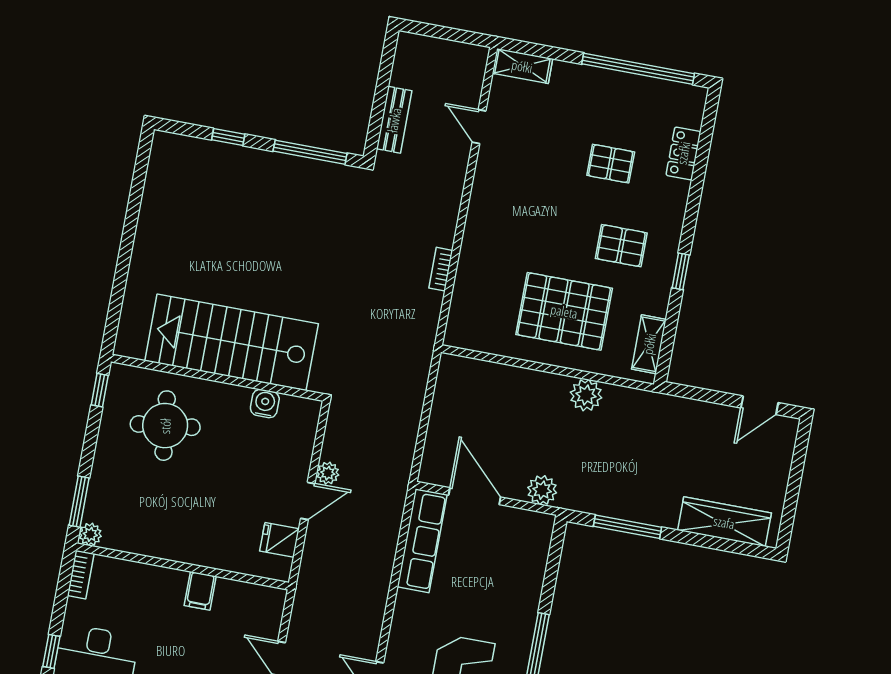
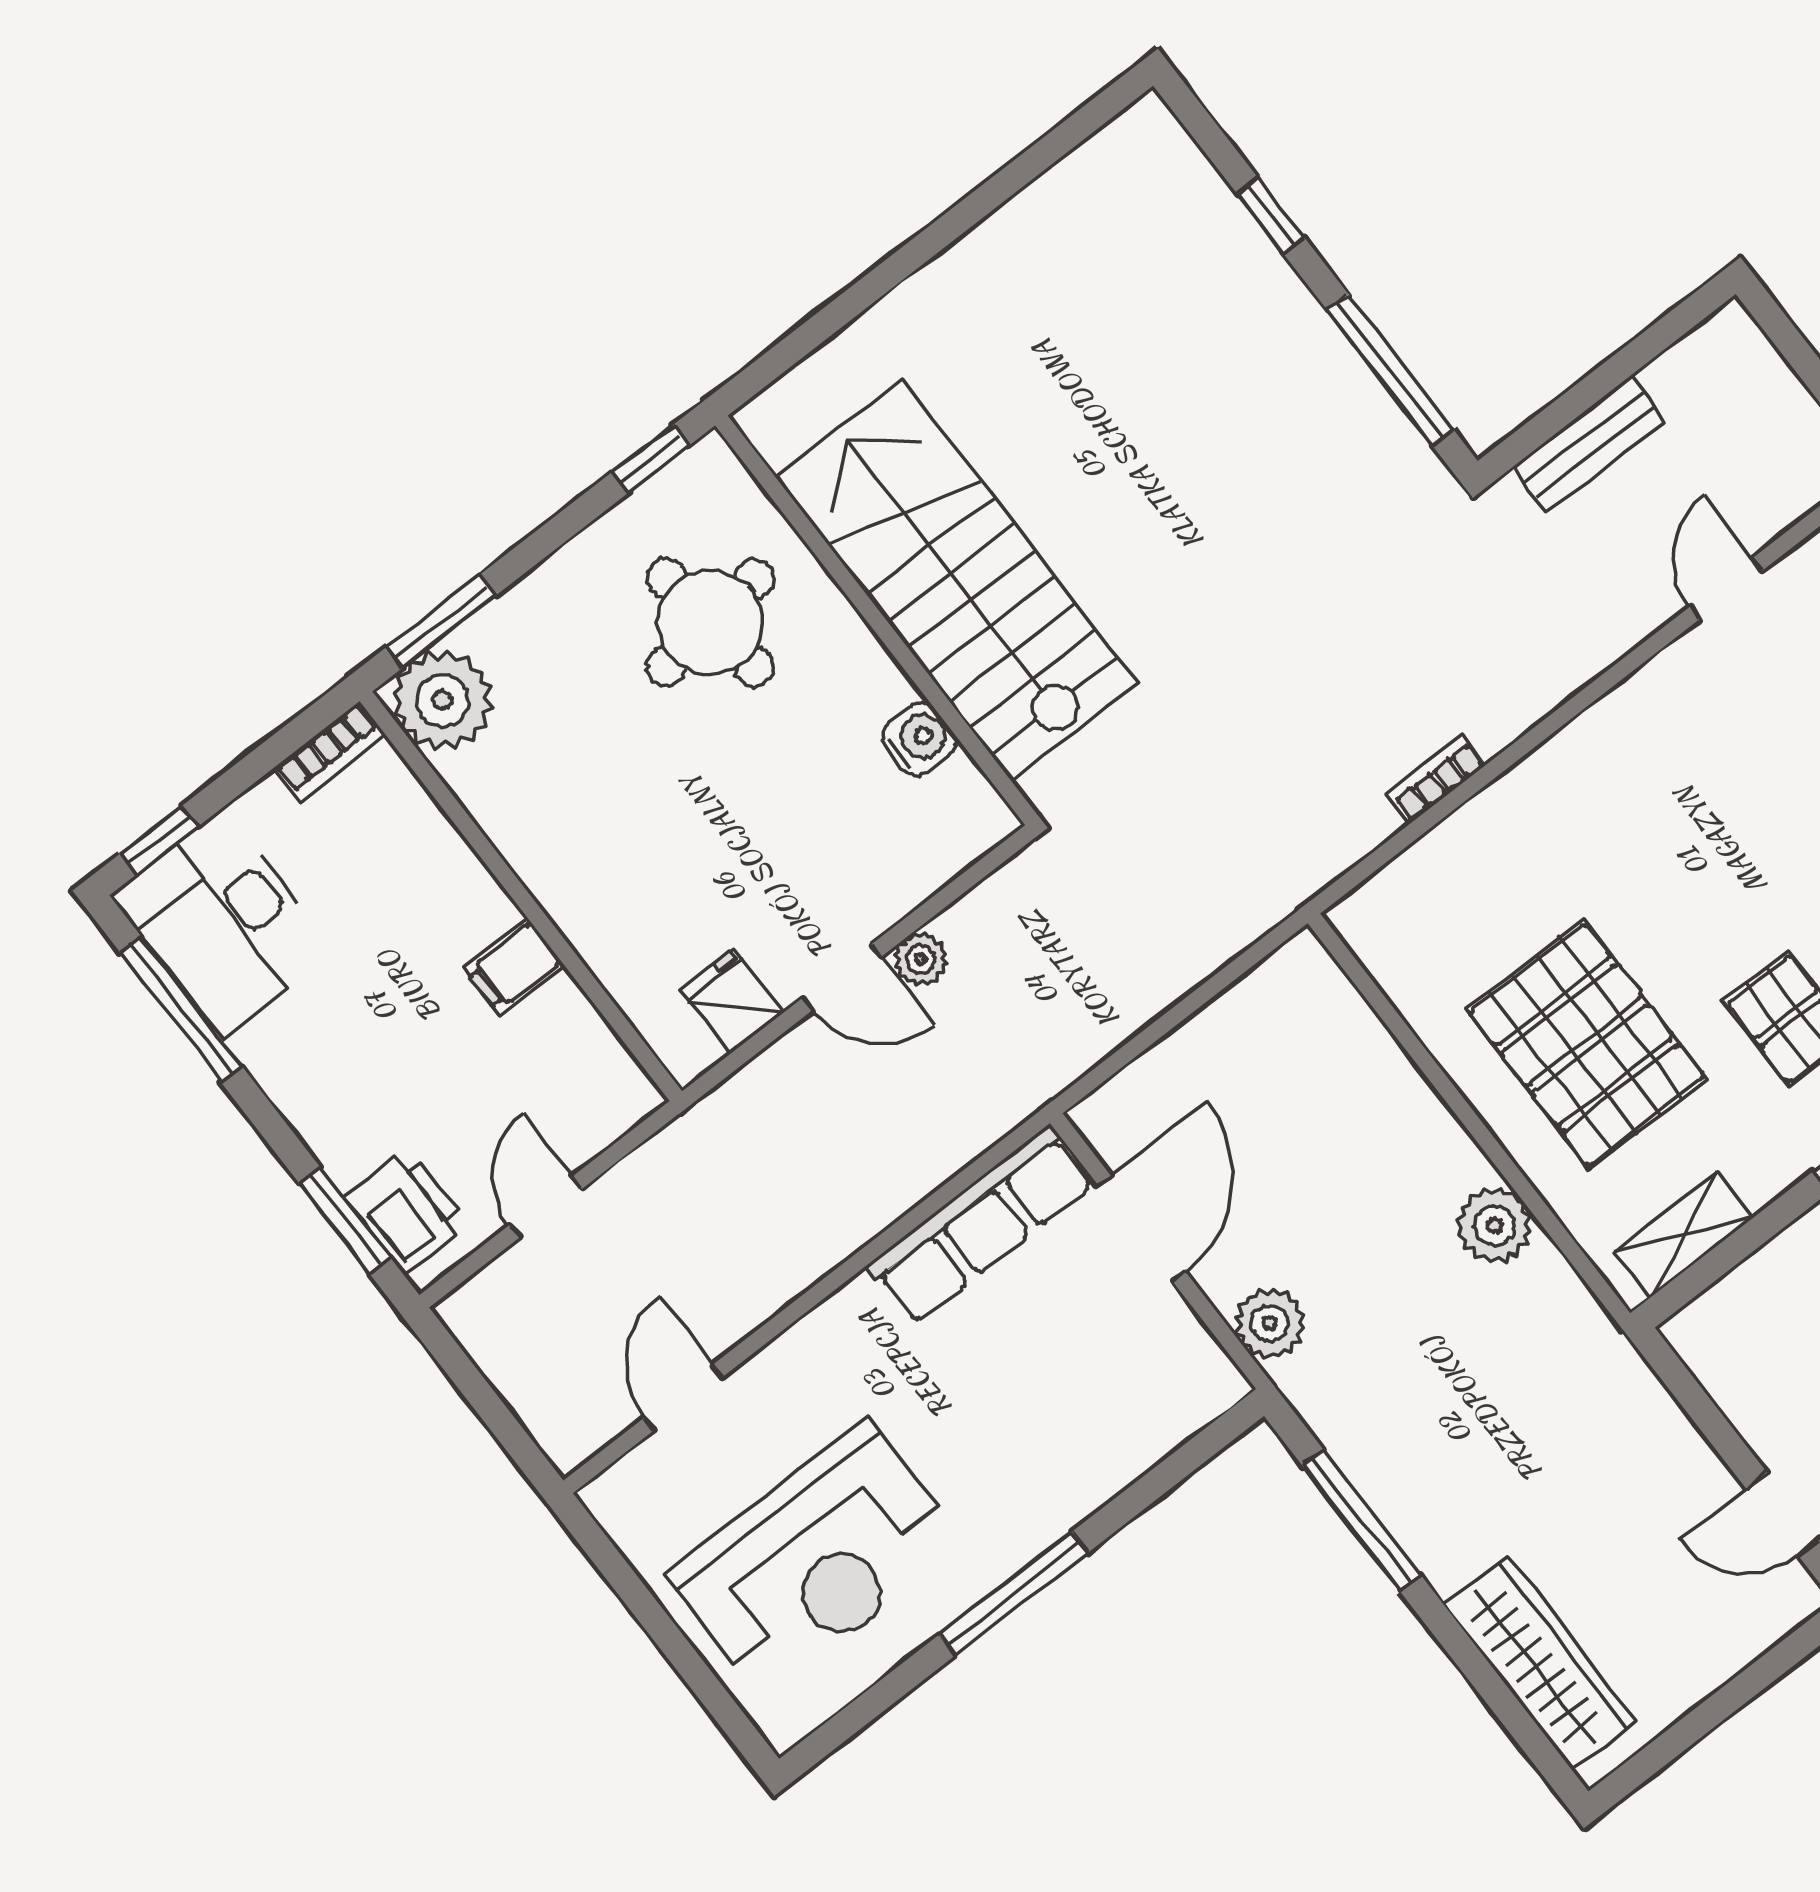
plant: (90, 534) -> (442, 700), width x1.87, depth x1.87

